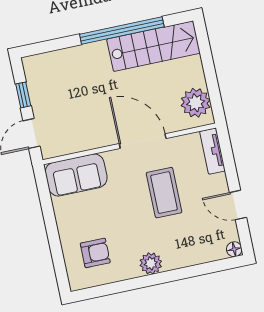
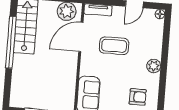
door: (143, 141) -> (81, 37), moved
armchair: (95, 253) -> (138, 97), turned 90

